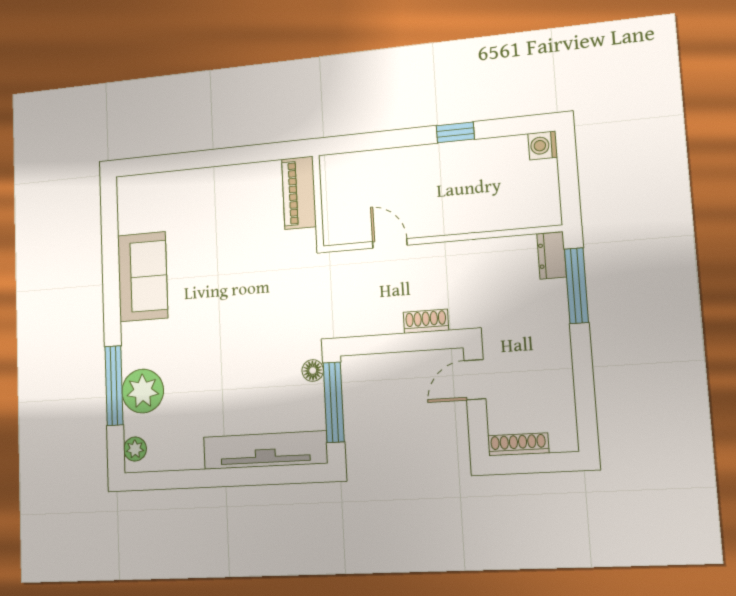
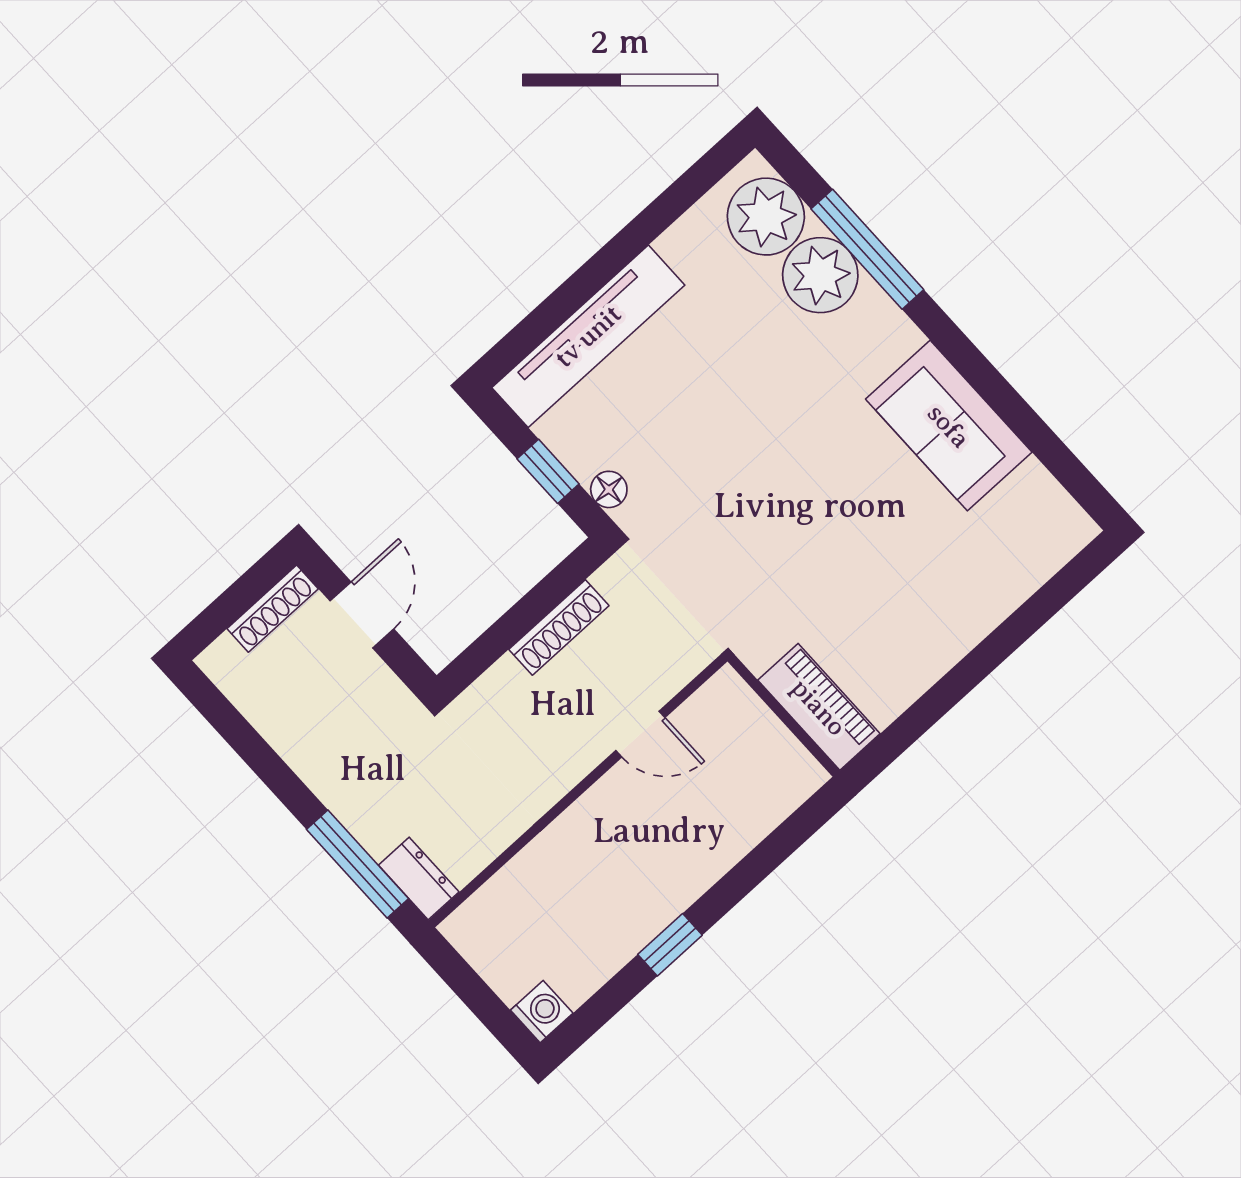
shoe rack: (426, 321) -> (559, 627), moved, width x1.43
door: (475, 380) -> (362, 615), moved
window: (334, 402) -> (548, 471), width x0.46
plant: (135, 449) -> (766, 217), width x1.88, depth x1.88

